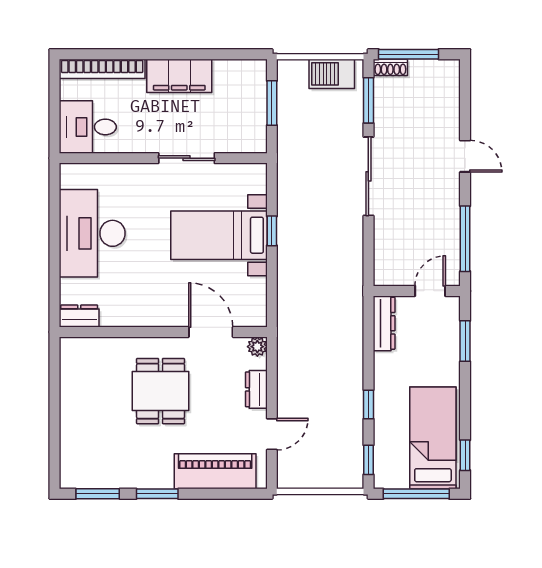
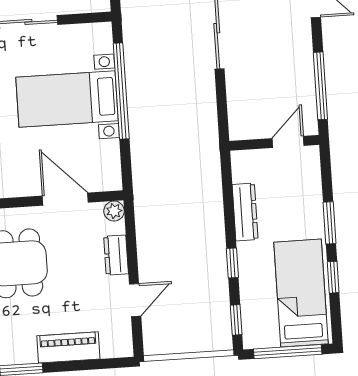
window: (272, 231) -> (121, 91), width x3.17
dresser: (384, 323) -> (245, 212), moved
window: (465, 341) -> (330, 223), moved
window: (465, 455) -> (333, 277), moved
piano: (215, 471) -> (68, 347), width x0.73, depth x0.75

